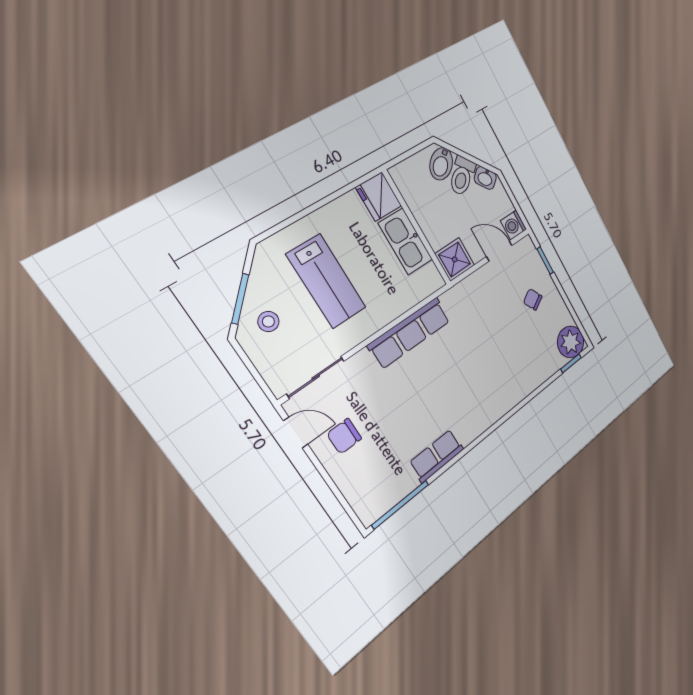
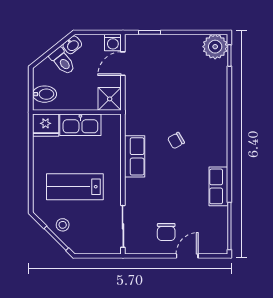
bidet: (441, 164) -> (44, 94), moved, turned -51
lab bench: (327, 281) -> (75, 187), turned 180
chair: (533, 299) -> (176, 141), moved
stool: (268, 322) -> (63, 225), moved
row of seats: (410, 333) -> (135, 156), width x0.68
door: (296, 433) -> (187, 256), moved

